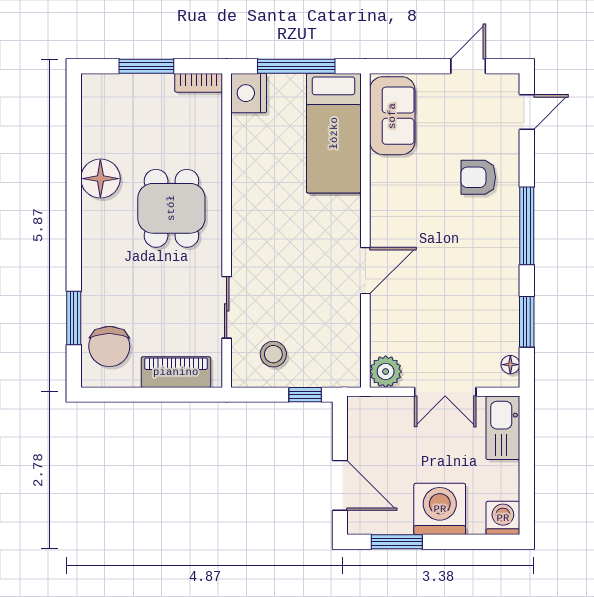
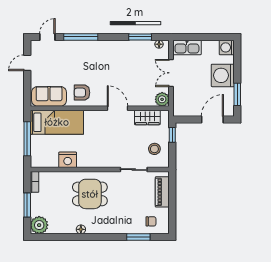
door: (468, 66) -> (27, 63), hinge flipped
plant: (101, 93) -> (39, 225), added
nightstand: (249, 93) -> (68, 160), moved
door: (527, 112) -> (47, 37), hinge flipped
armchair: (478, 177) -> (82, 93), moved, turned 90
floor lamp: (100, 179) -> (81, 229), width x0.53, depth x0.53
window: (527, 226) -> (81, 37), moved
wardrobe: (344, 338) -> (147, 117), added
chair: (109, 346) -> (151, 221), width x0.54, depth x0.54
double door: (445, 392) -> (171, 73), swing flipped

